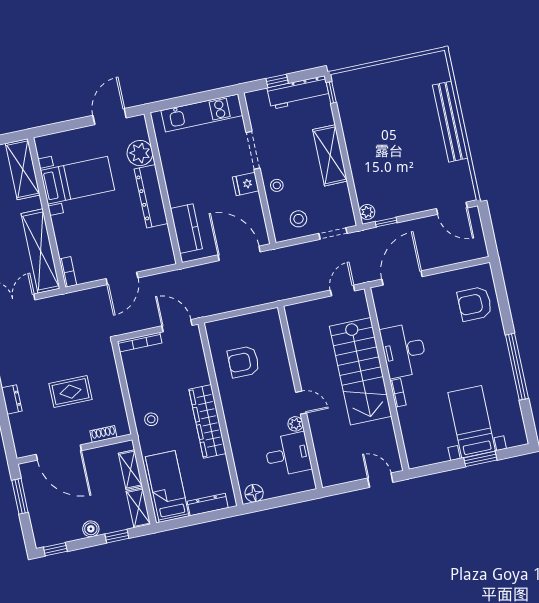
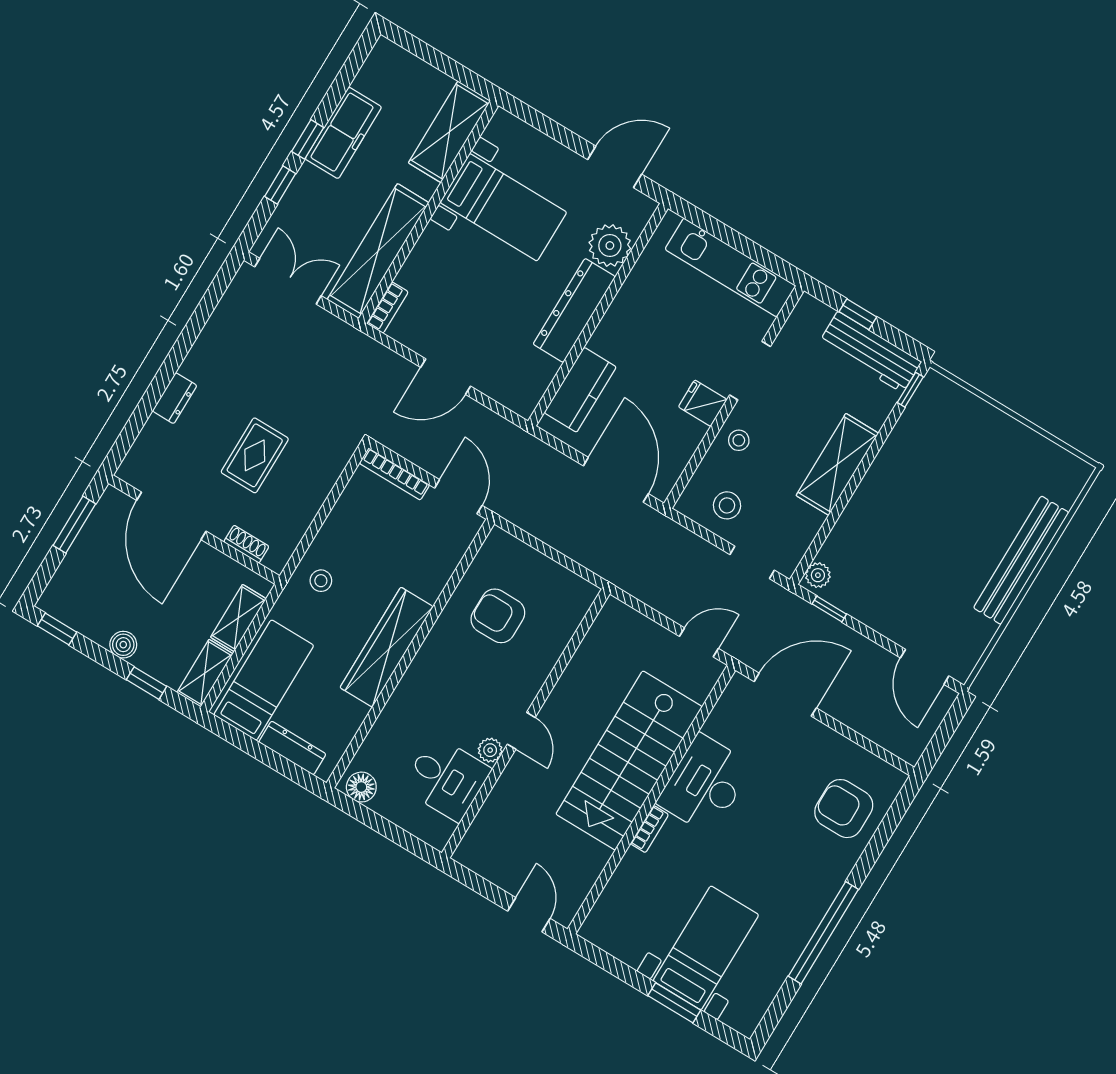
rug: (71, 392) -> (255, 455), turned 90

